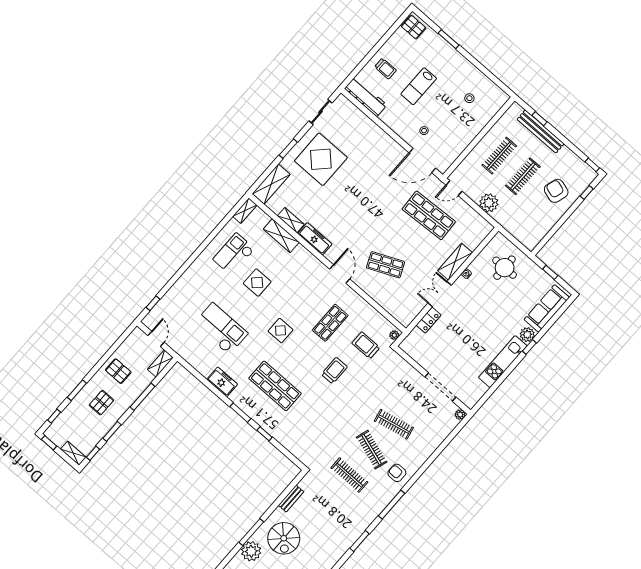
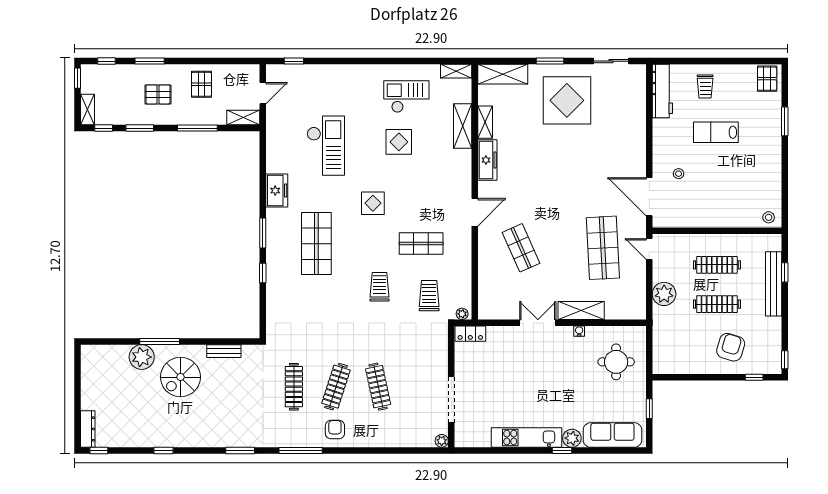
stool: (469, 98) -> (769, 217), moved
locker: (429, 320) -> (470, 334), moved
trolley: (334, 371) -> (380, 287), turned -90

